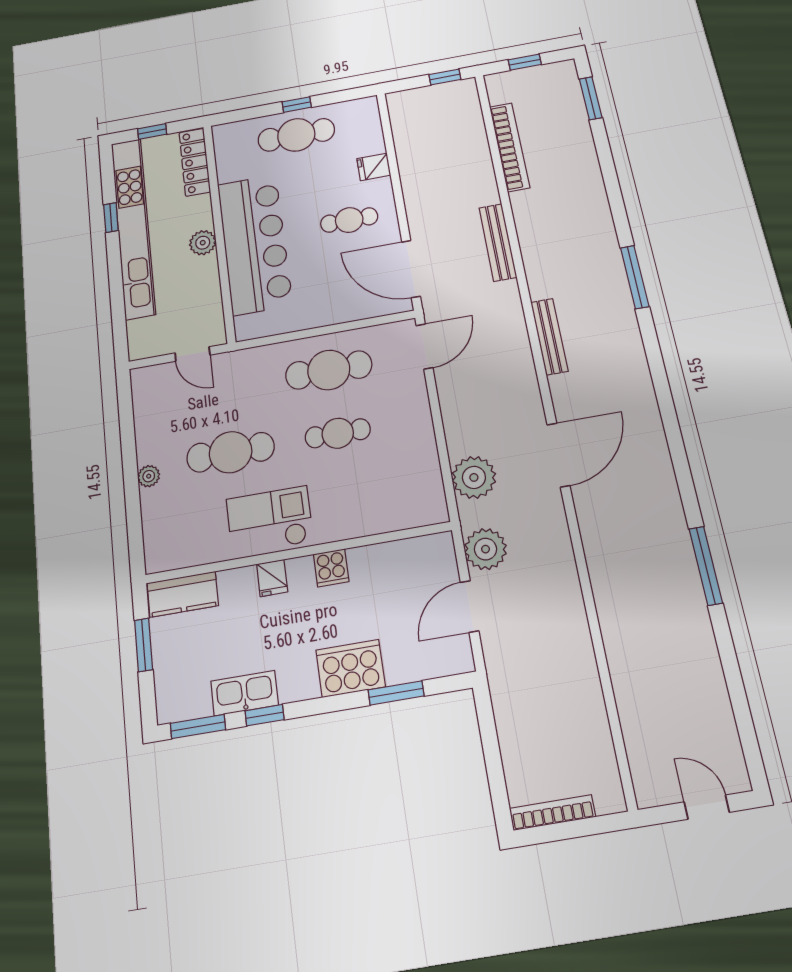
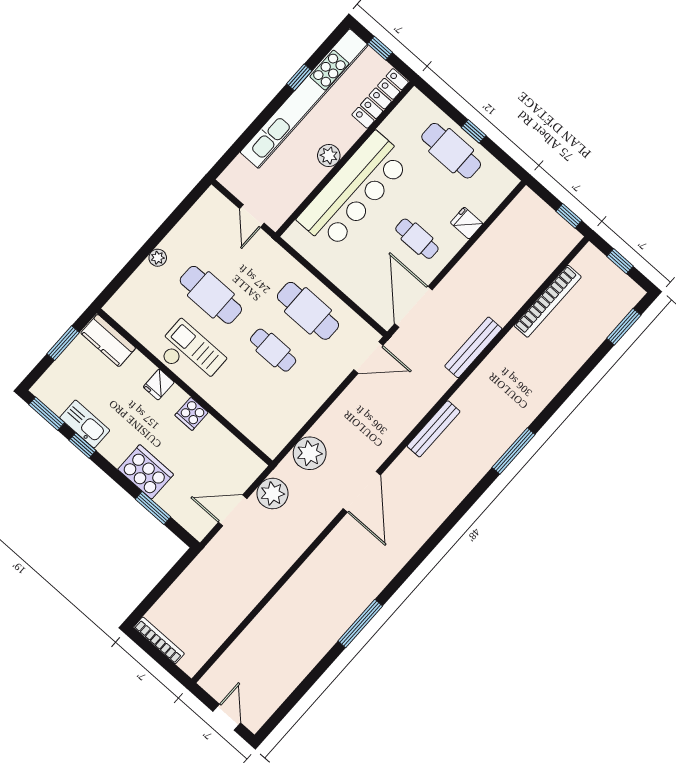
door: (558, 455) -> (362, 492), hinge flipped

